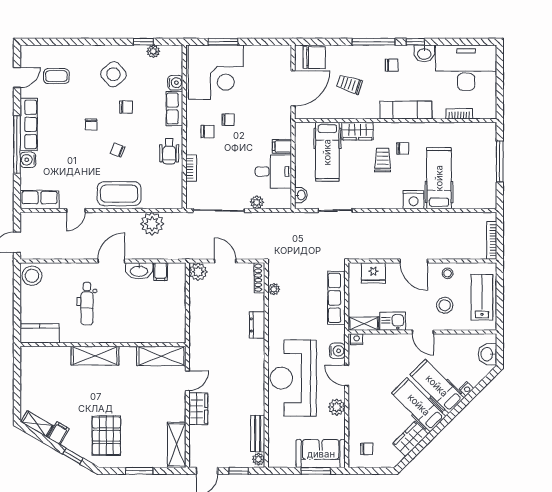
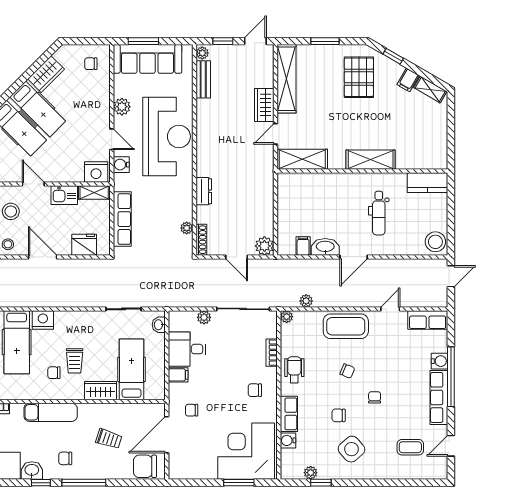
chair: (228, 120) -> (192, 410), moved
plant: (177, 203) -> (287, 317), added
plant: (152, 224) -> (306, 301), width x0.53, depth x0.53
dental chair: (87, 304) -> (379, 213), turned 180
nightstand: (357, 339) -> (96, 172), width x1.89, depth x1.79
shelving: (177, 445) -> (287, 79), width x1.47
sofa: (321, 454) -> (147, 59), width x1.36

